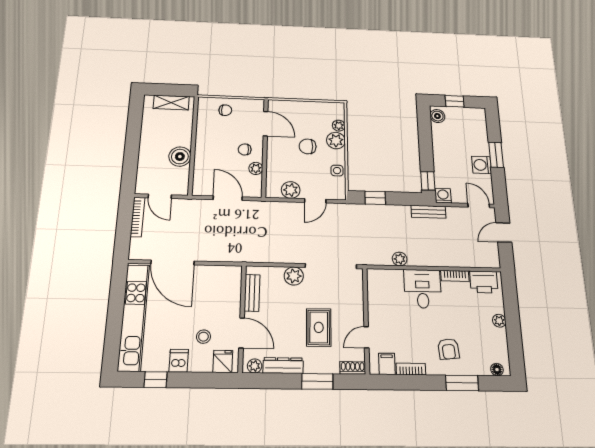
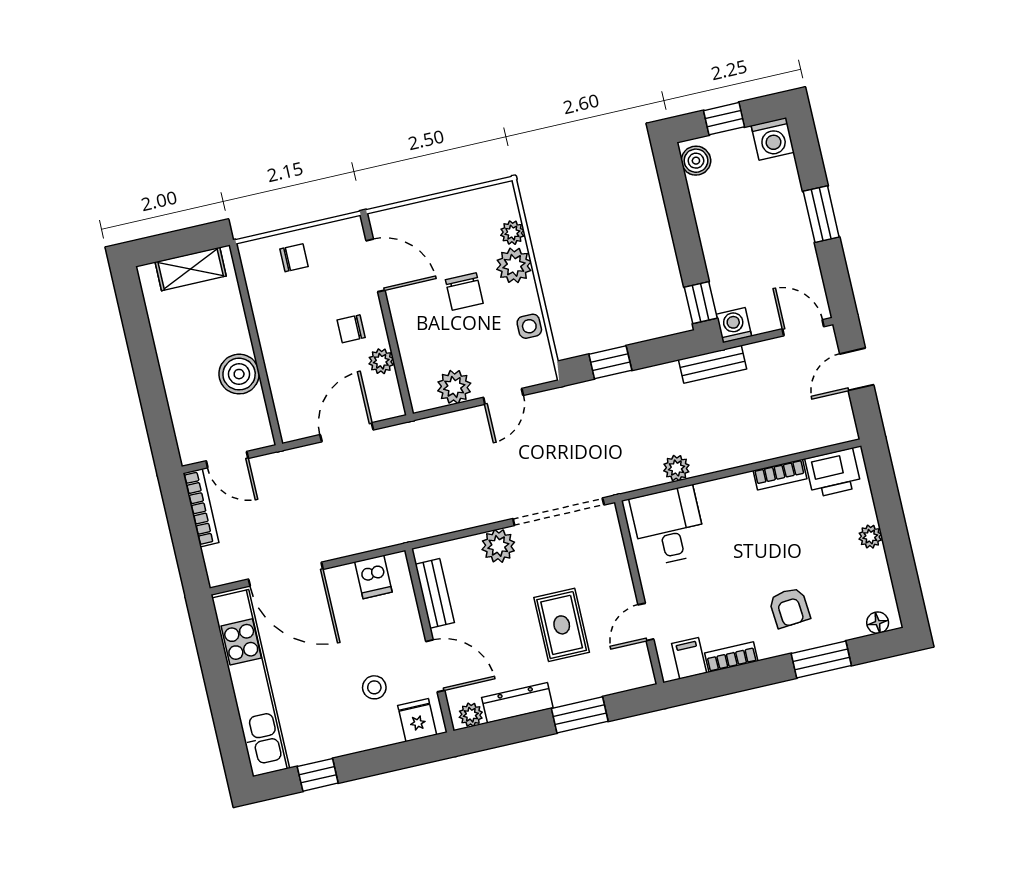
chair: (308, 146) -> (464, 292), turned -90
washing machine: (482, 165) -> (773, 139), moved, turned -90
door: (228, 198) -> (347, 432), hinge flipped
desk: (423, 289) -> (668, 526), moved
dishwasher: (179, 361) -> (373, 577), moved, turned 180
shoe rack: (353, 368) -> (633, 679), removed

